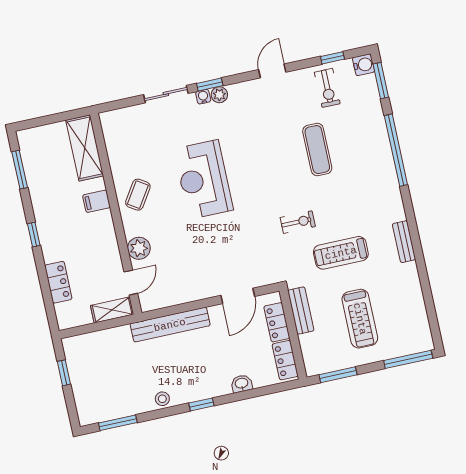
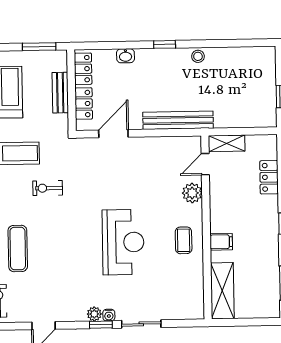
coffee table: (138, 195) -> (184, 240), turned -33
bench: (301, 311) -> (60, 93), moved
window: (118, 423) -> (241, 43), removed

